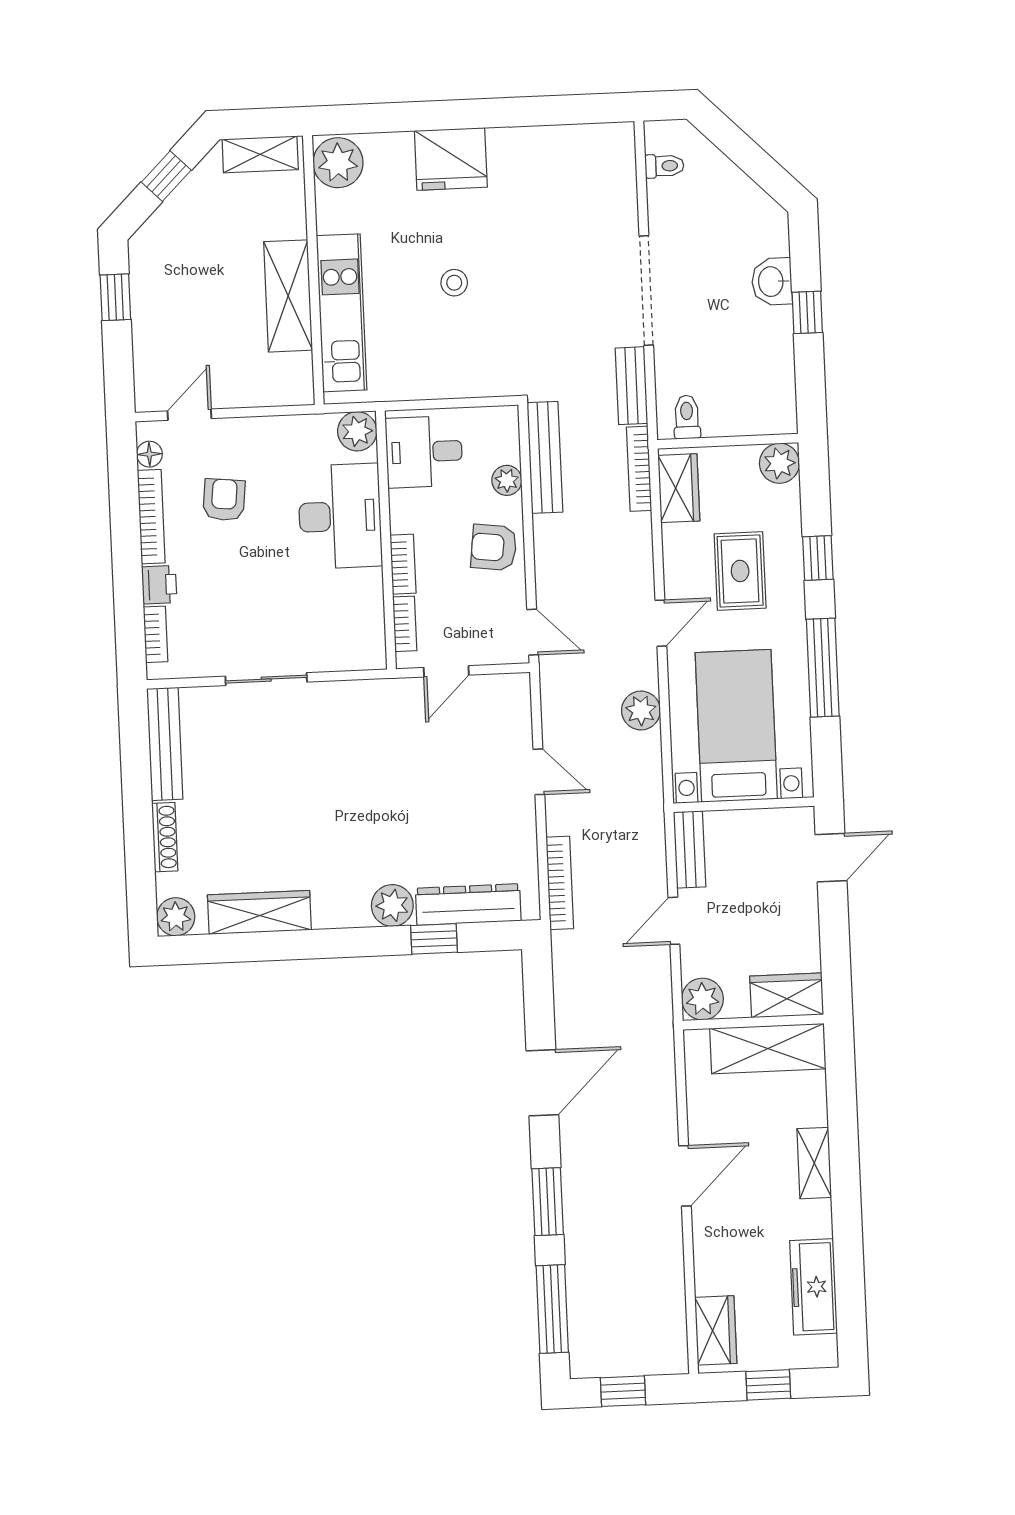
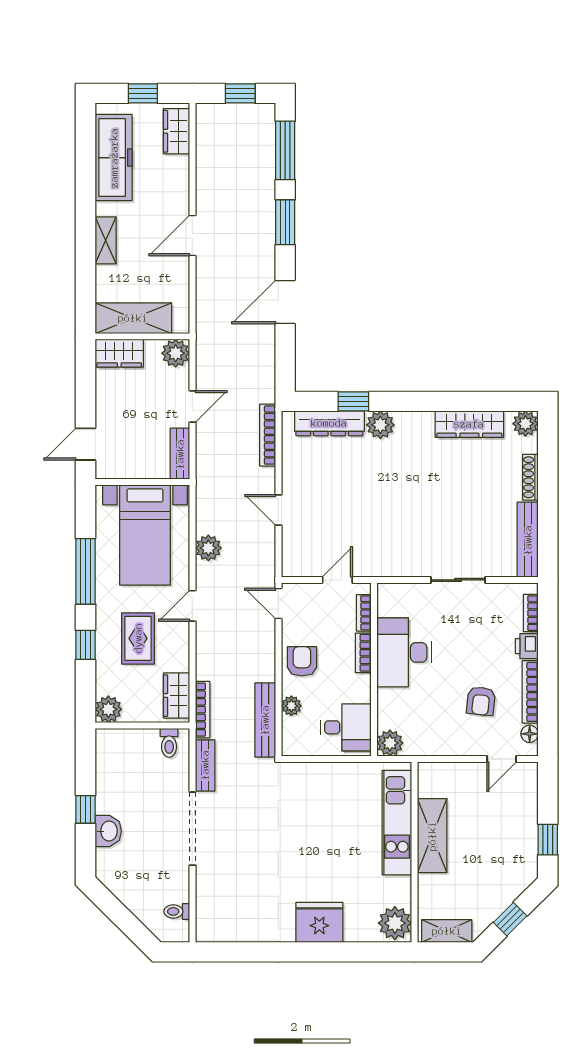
stool: (454, 283) -> (321, 840), removed
desk: (340, 516) -> (404, 652), moved
armchair: (494, 547) -> (302, 661), turned -97
freezer: (814, 1287) -> (114, 158), width x1.36, depth x1.26

